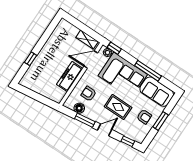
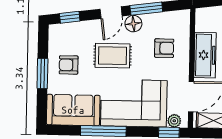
floor lamp: (79, 108) -> (133, 24), moved

